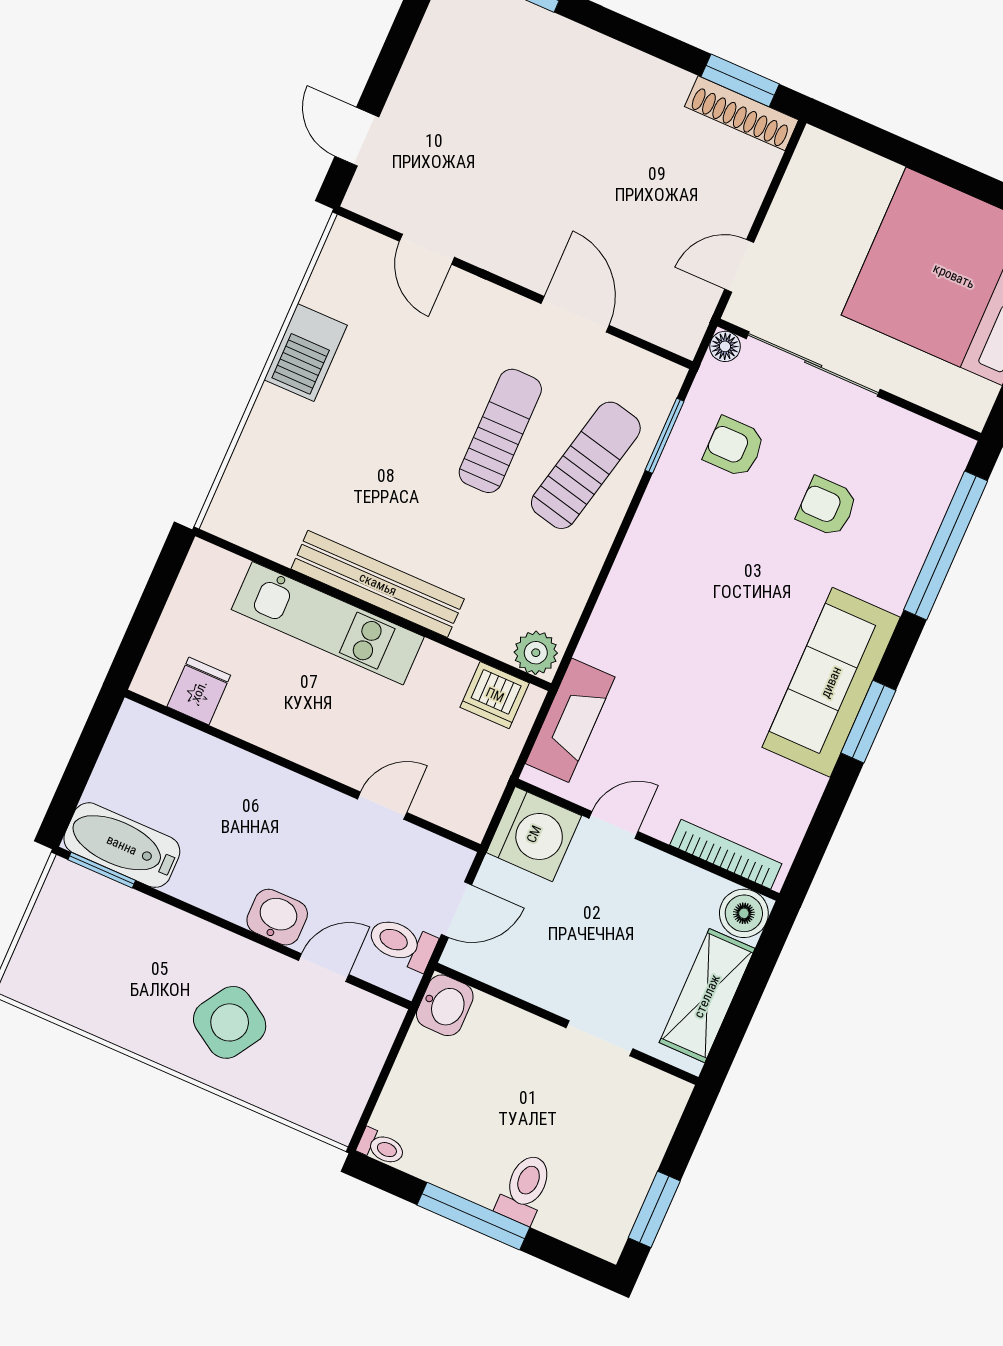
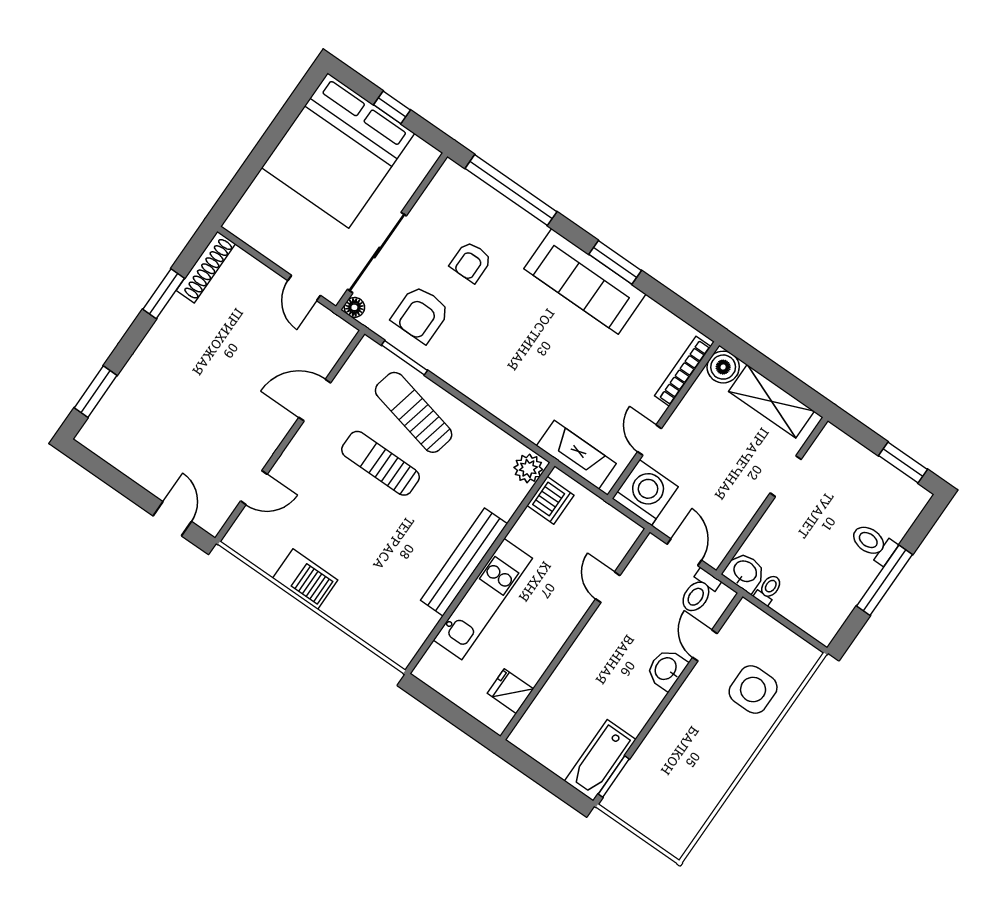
window: (740, 80) -> (164, 294), moved
door: (357, 137) -> (172, 519), swing flipped
armchair: (734, 447) -> (421, 314), width x1.38, depth x1.38
side table: (230, 1022) -> (753, 689), moved, turned -32
toilet: (381, 1147) -> (768, 589), moved

